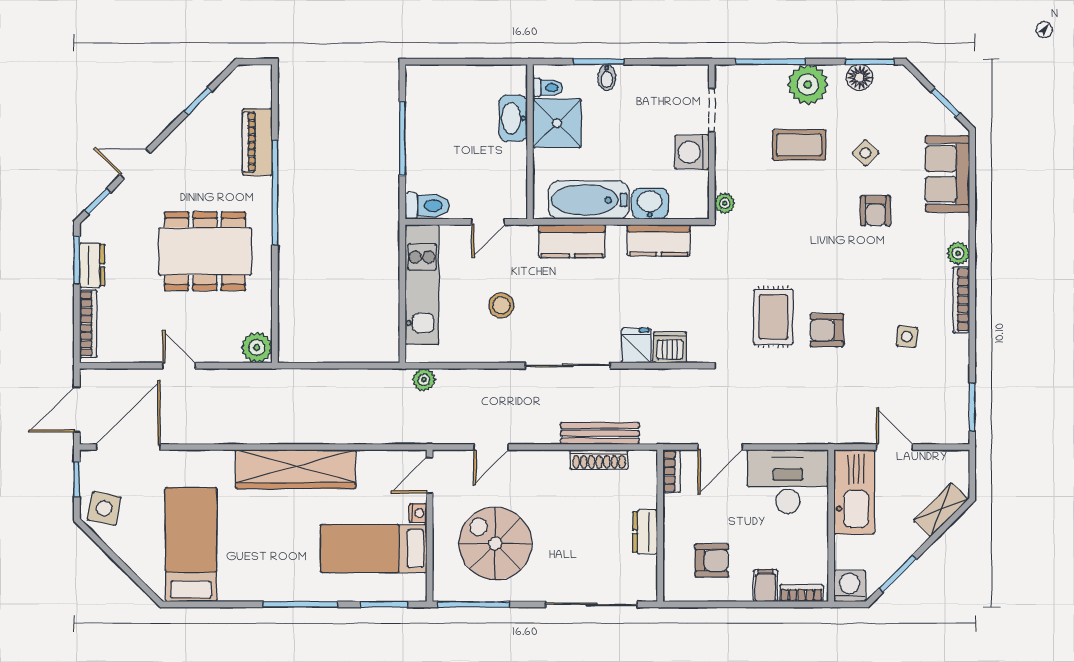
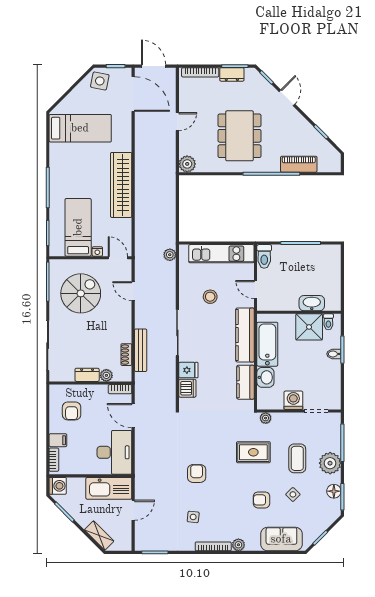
kitchen counter: (572, 241) -> (245, 335), width x1.50
rug: (773, 317) -> (253, 452), moved
shoe rack: (599, 460) -> (126, 355), width x0.70
plant: (646, 496) -> (106, 375), added

